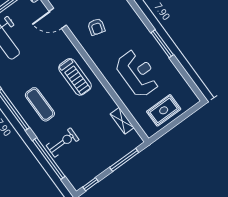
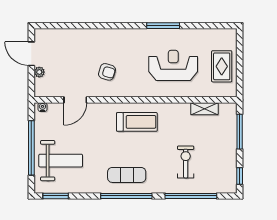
exercise mat: (40, 104) -> (127, 175), moved
exercise bike: (63, 142) -> (186, 162), moved

